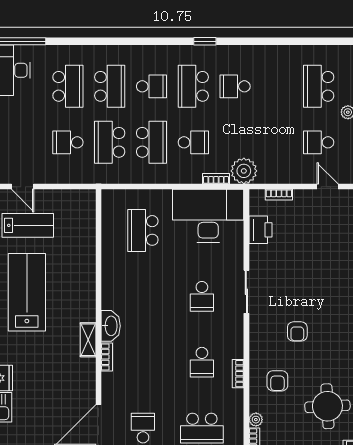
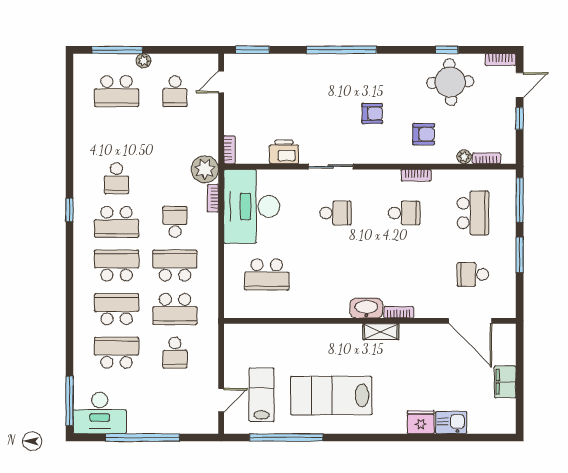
school desk: (152, 86) -> (117, 266), width x1.85
bookcase: (279, 195) -> (229, 150), moved
printer: (261, 230) -> (284, 152), moved

